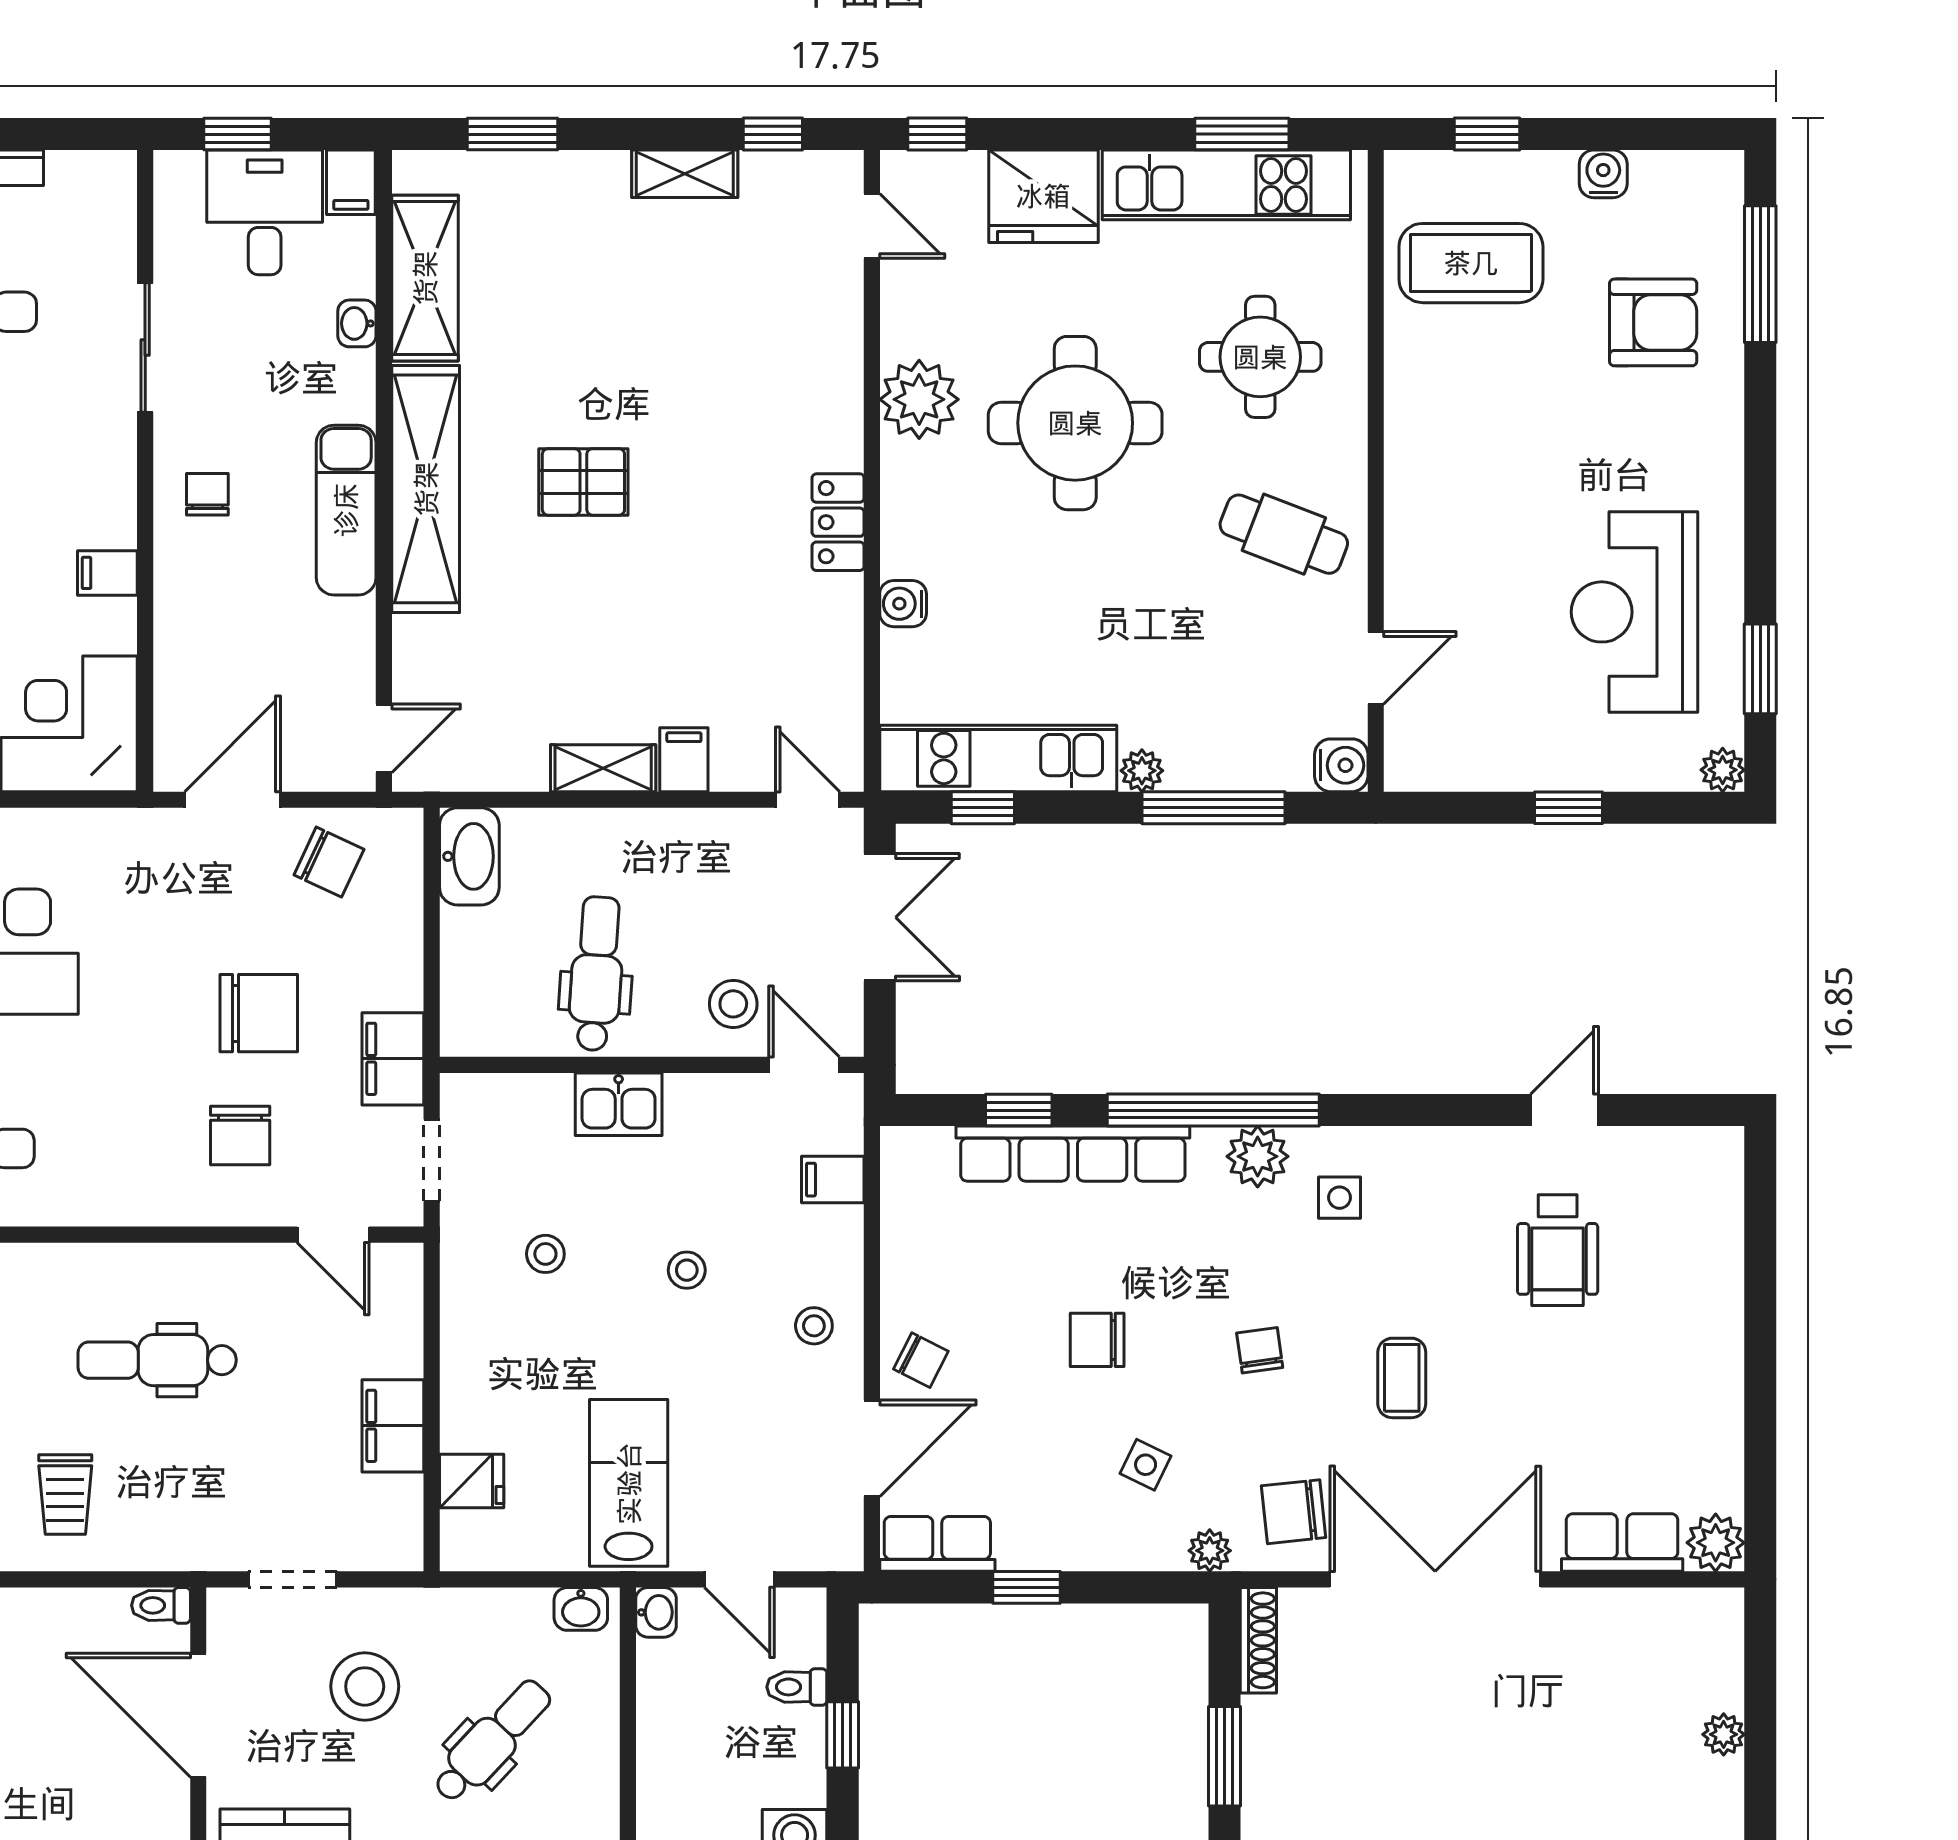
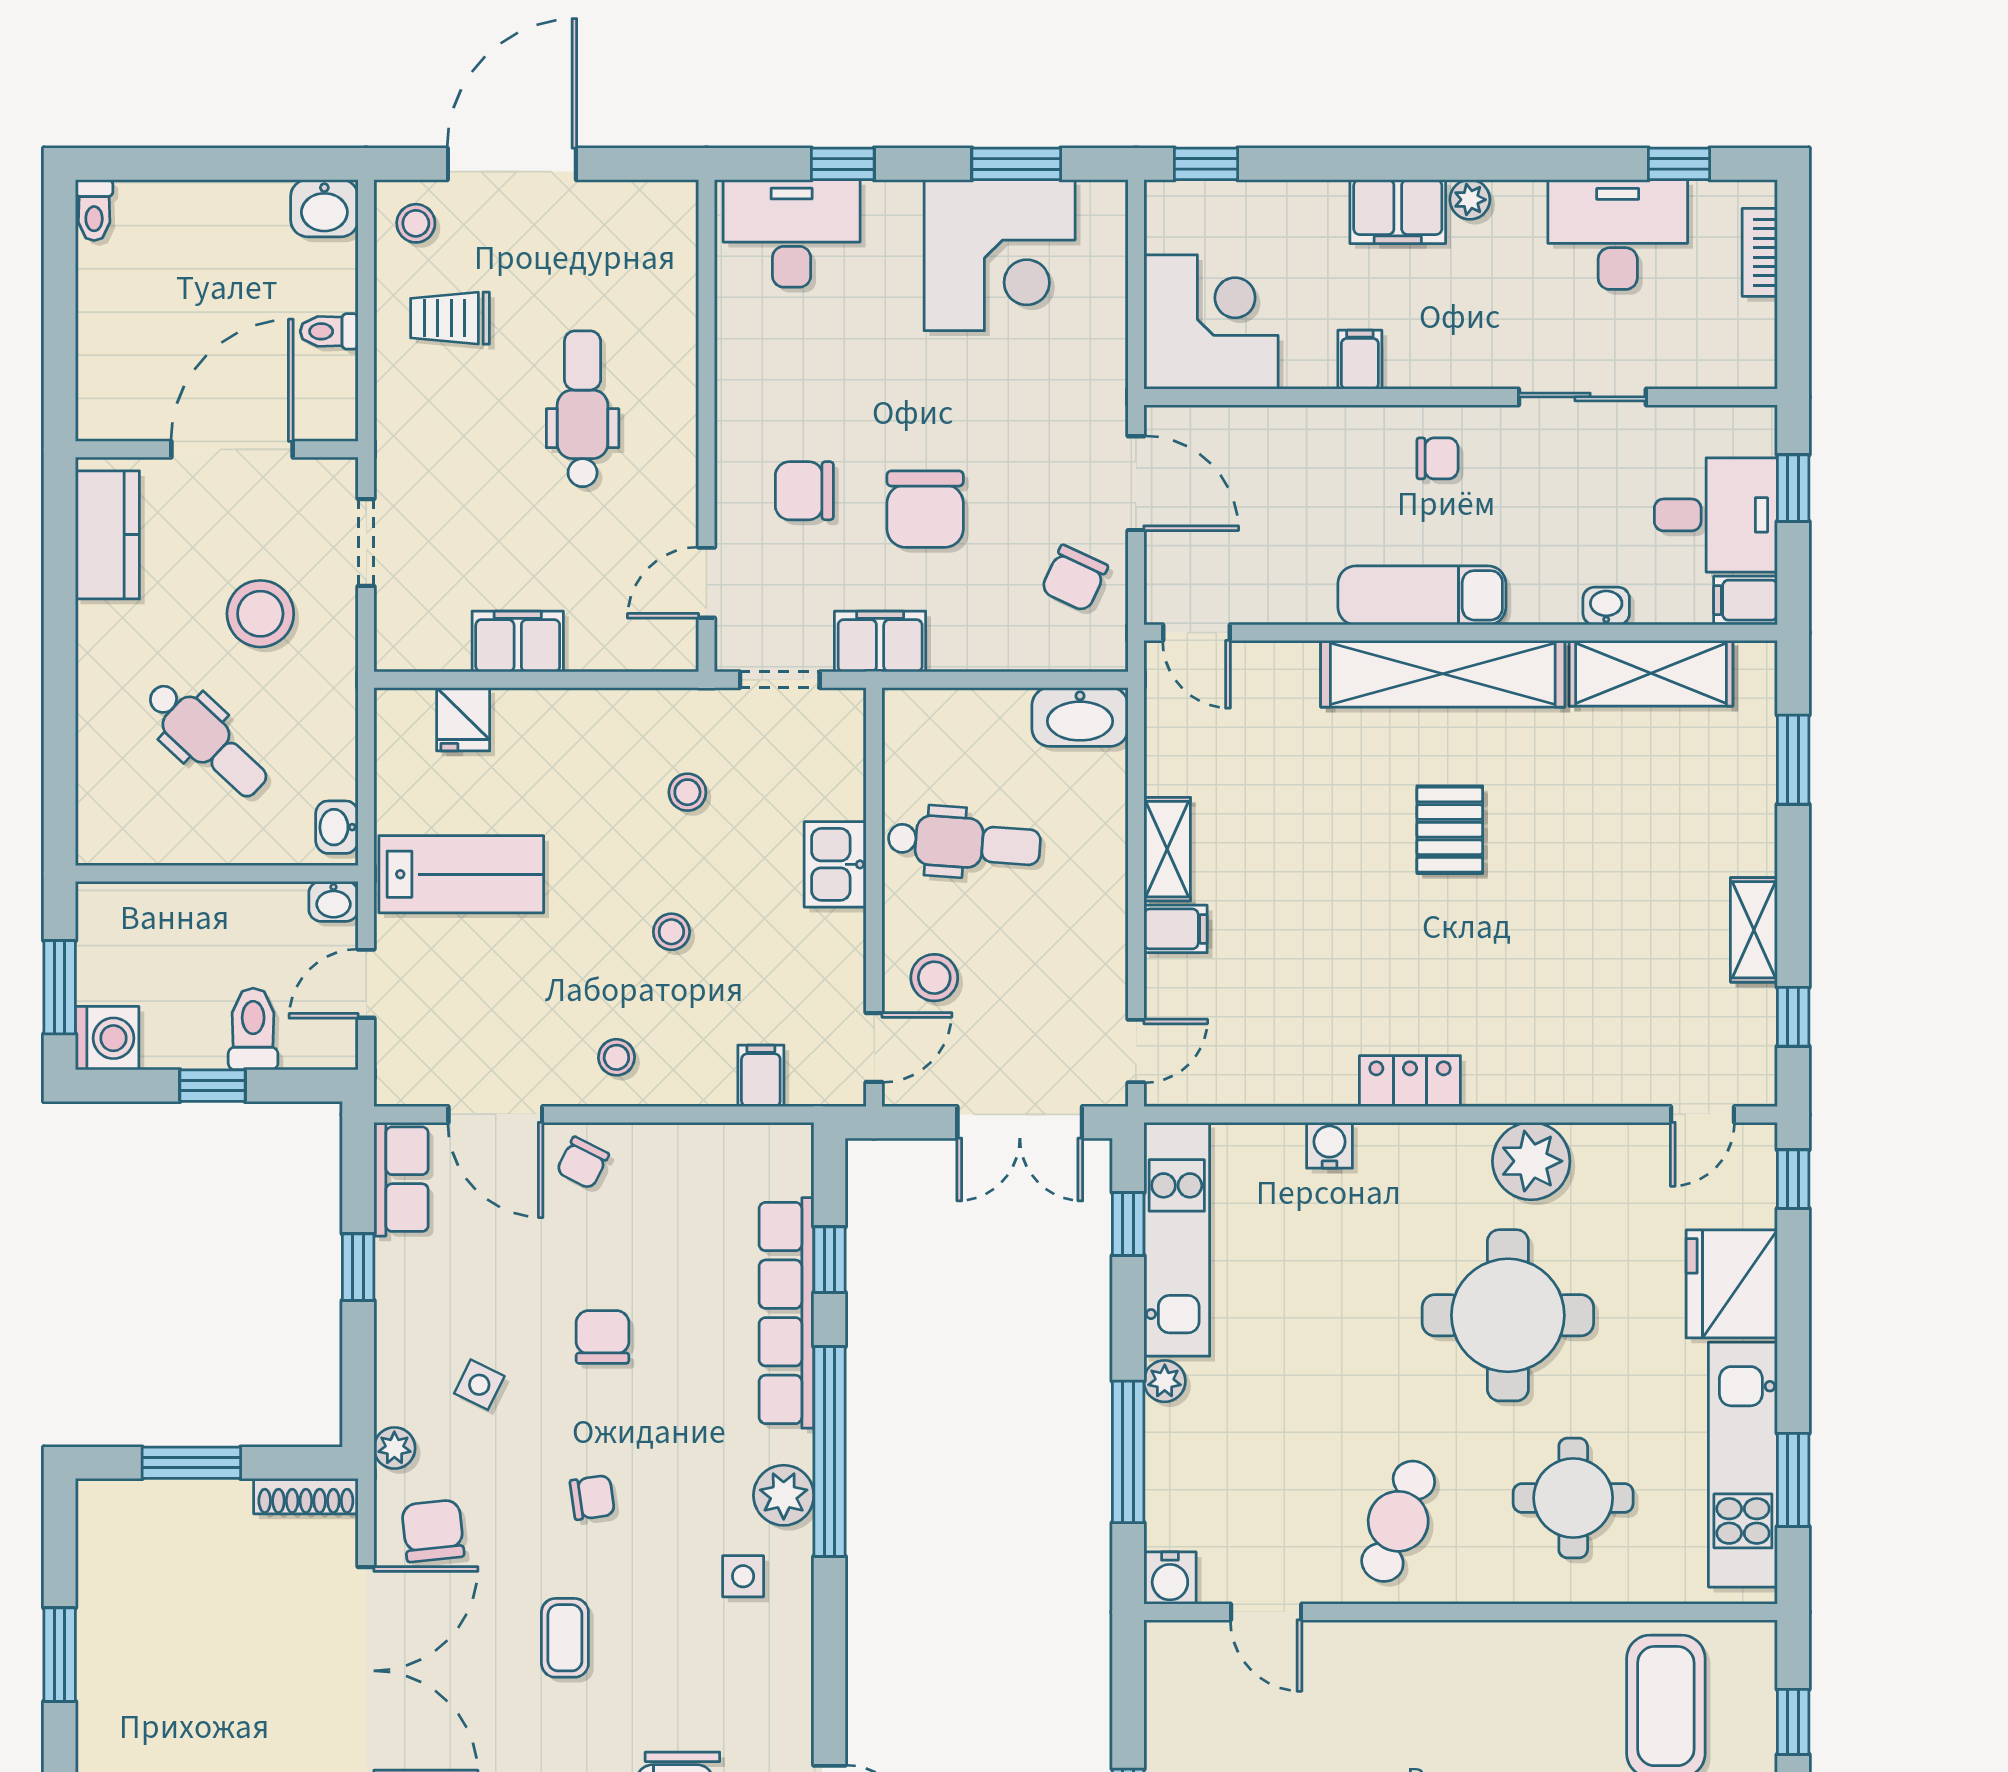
coffee table: (1402, 1378) -> (565, 1638), turned 90
toilet: (161, 1605) -> (329, 331), moved, turned -90
toilet: (797, 1687) -> (253, 1029), width x1.37, depth x1.39

